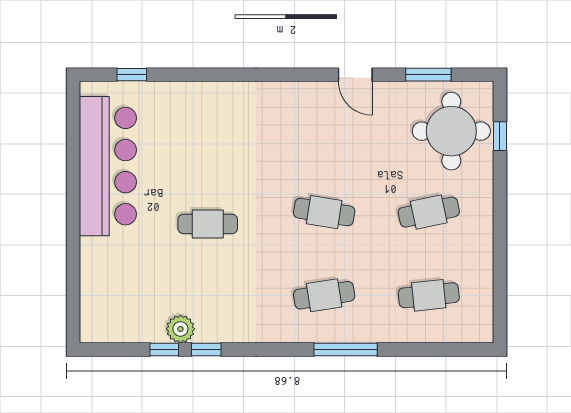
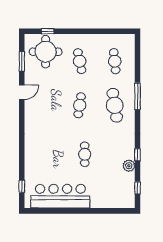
cafe table: (324, 295) -> (115, 105), width x1.37, depth x1.35
window: (164, 350) -> (138, 188), moved

